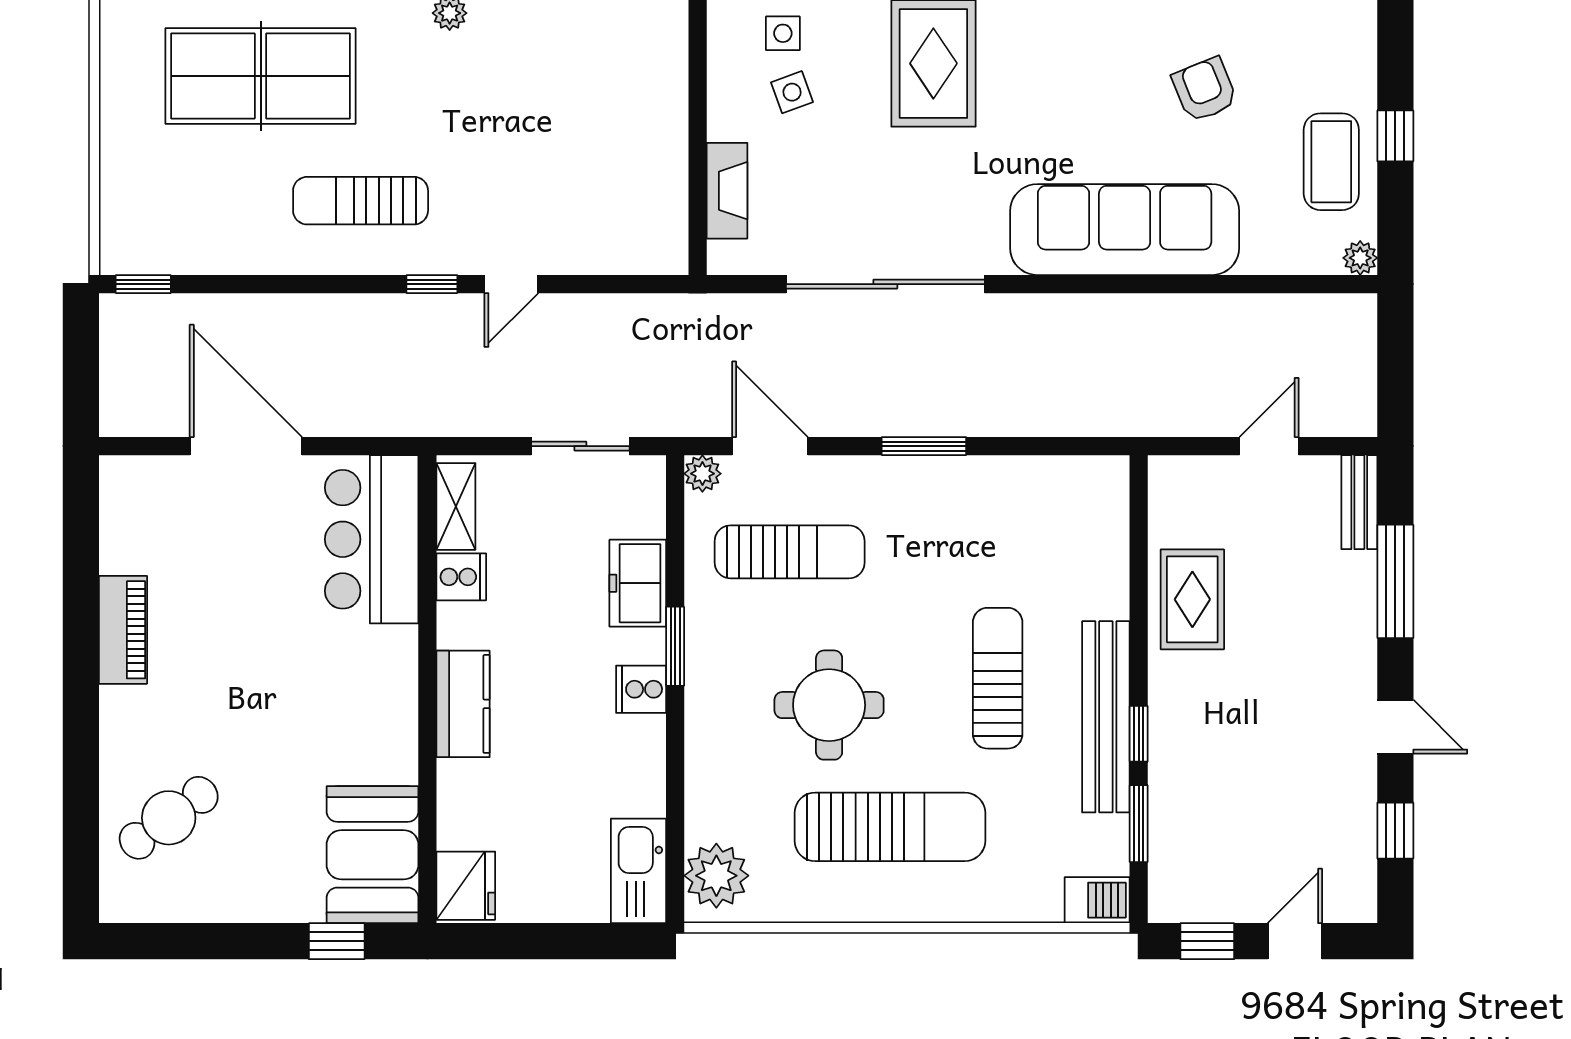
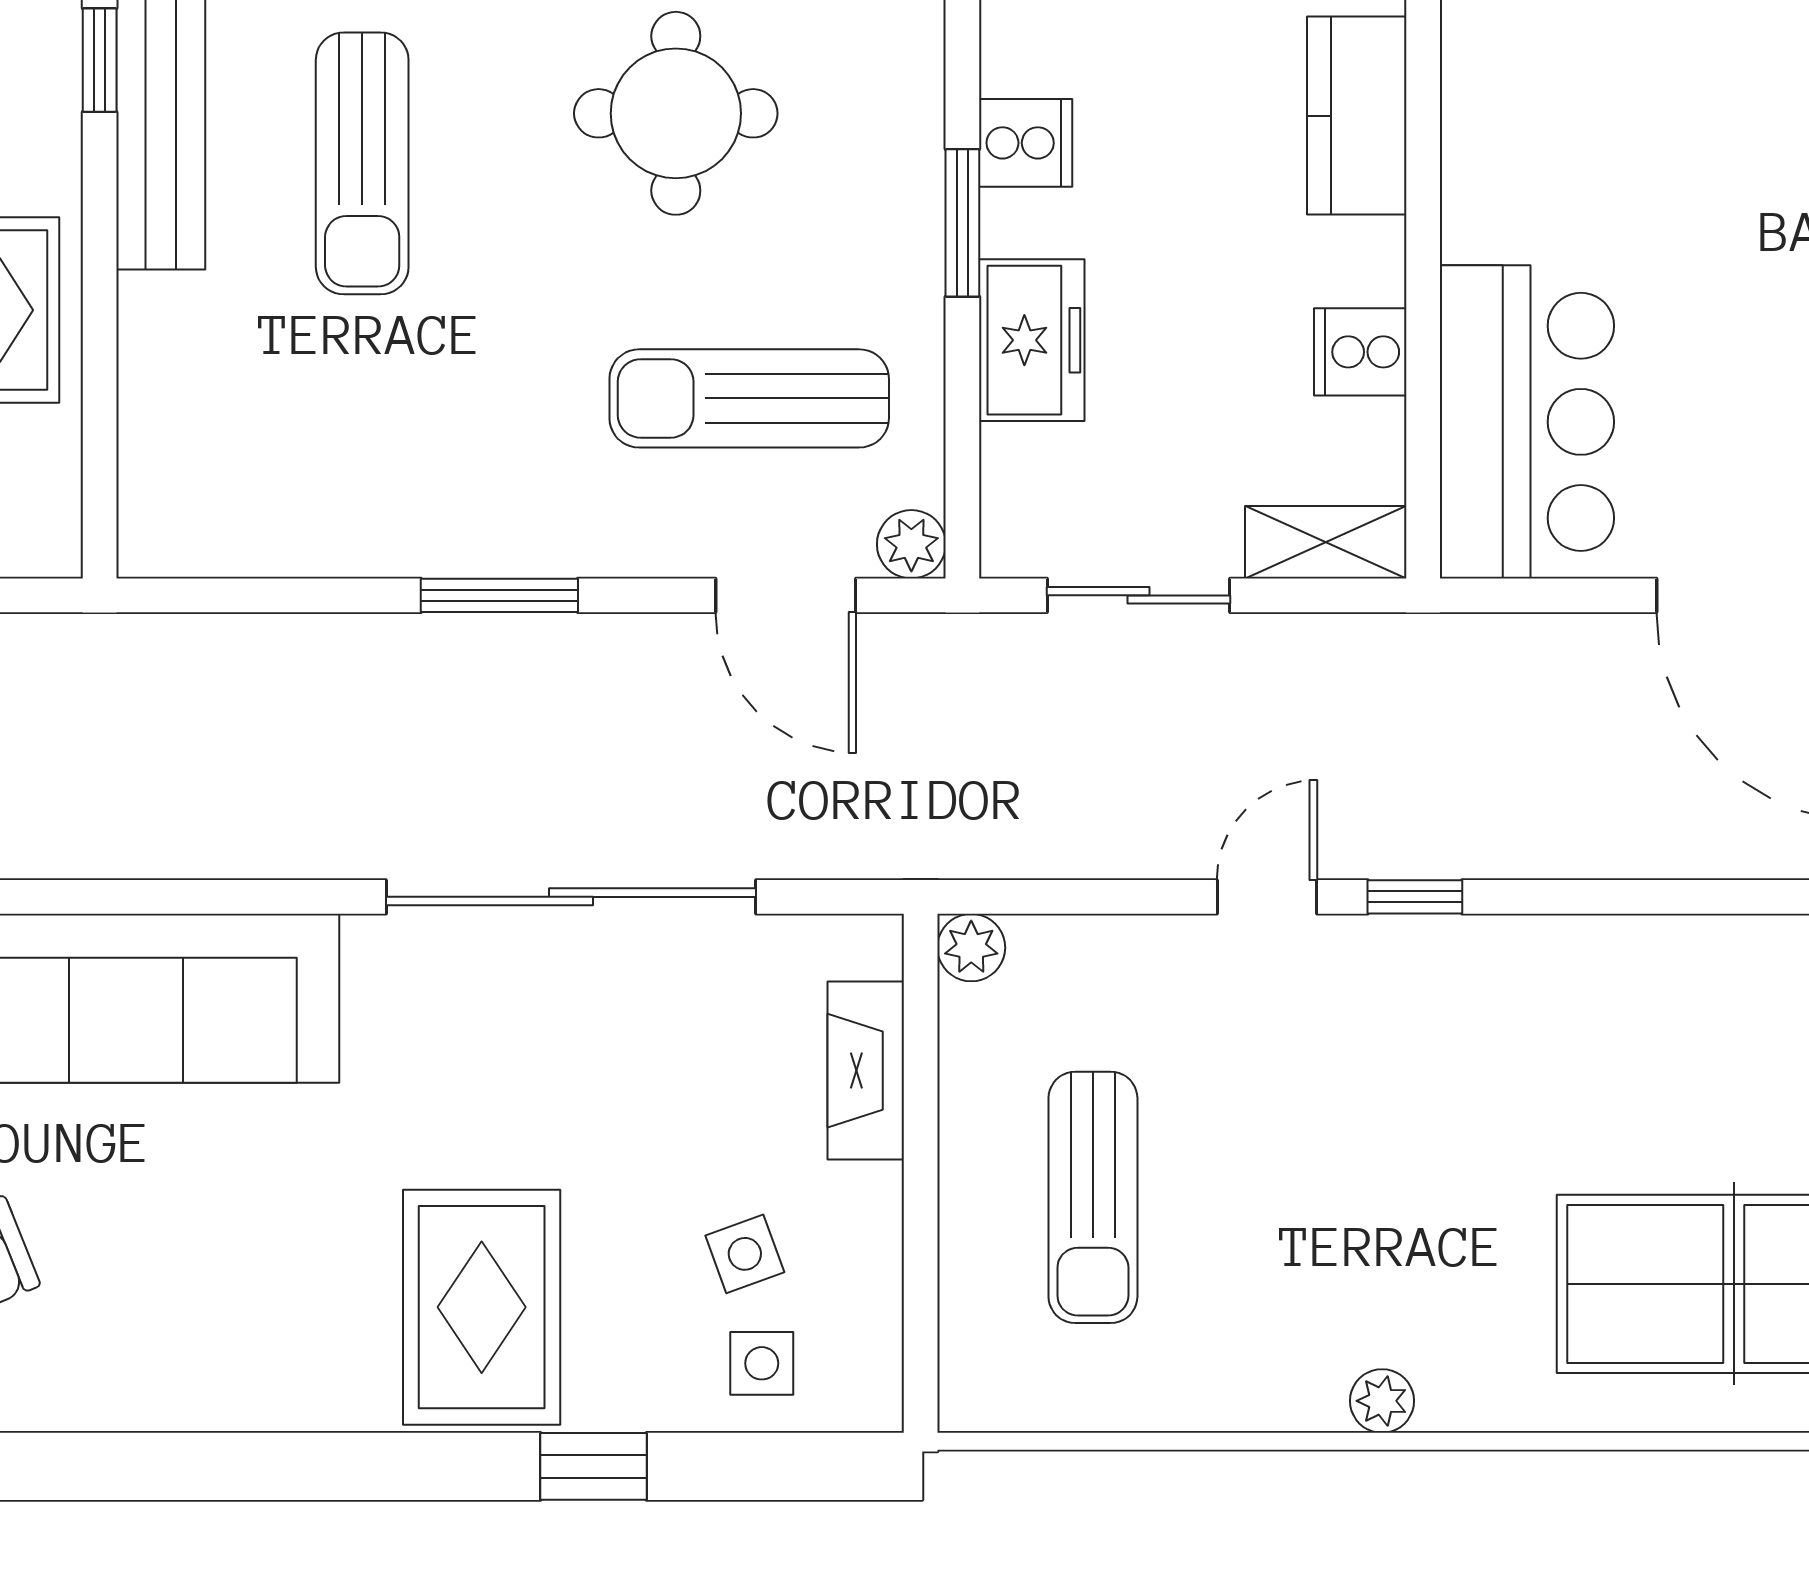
sun lounger: (361, 201) -> (1093, 1197), moved, turned 90
plant: (670, 257) -> (971, 948), added
shelving: (456, 506) -> (1326, 542), moved, turned 90

